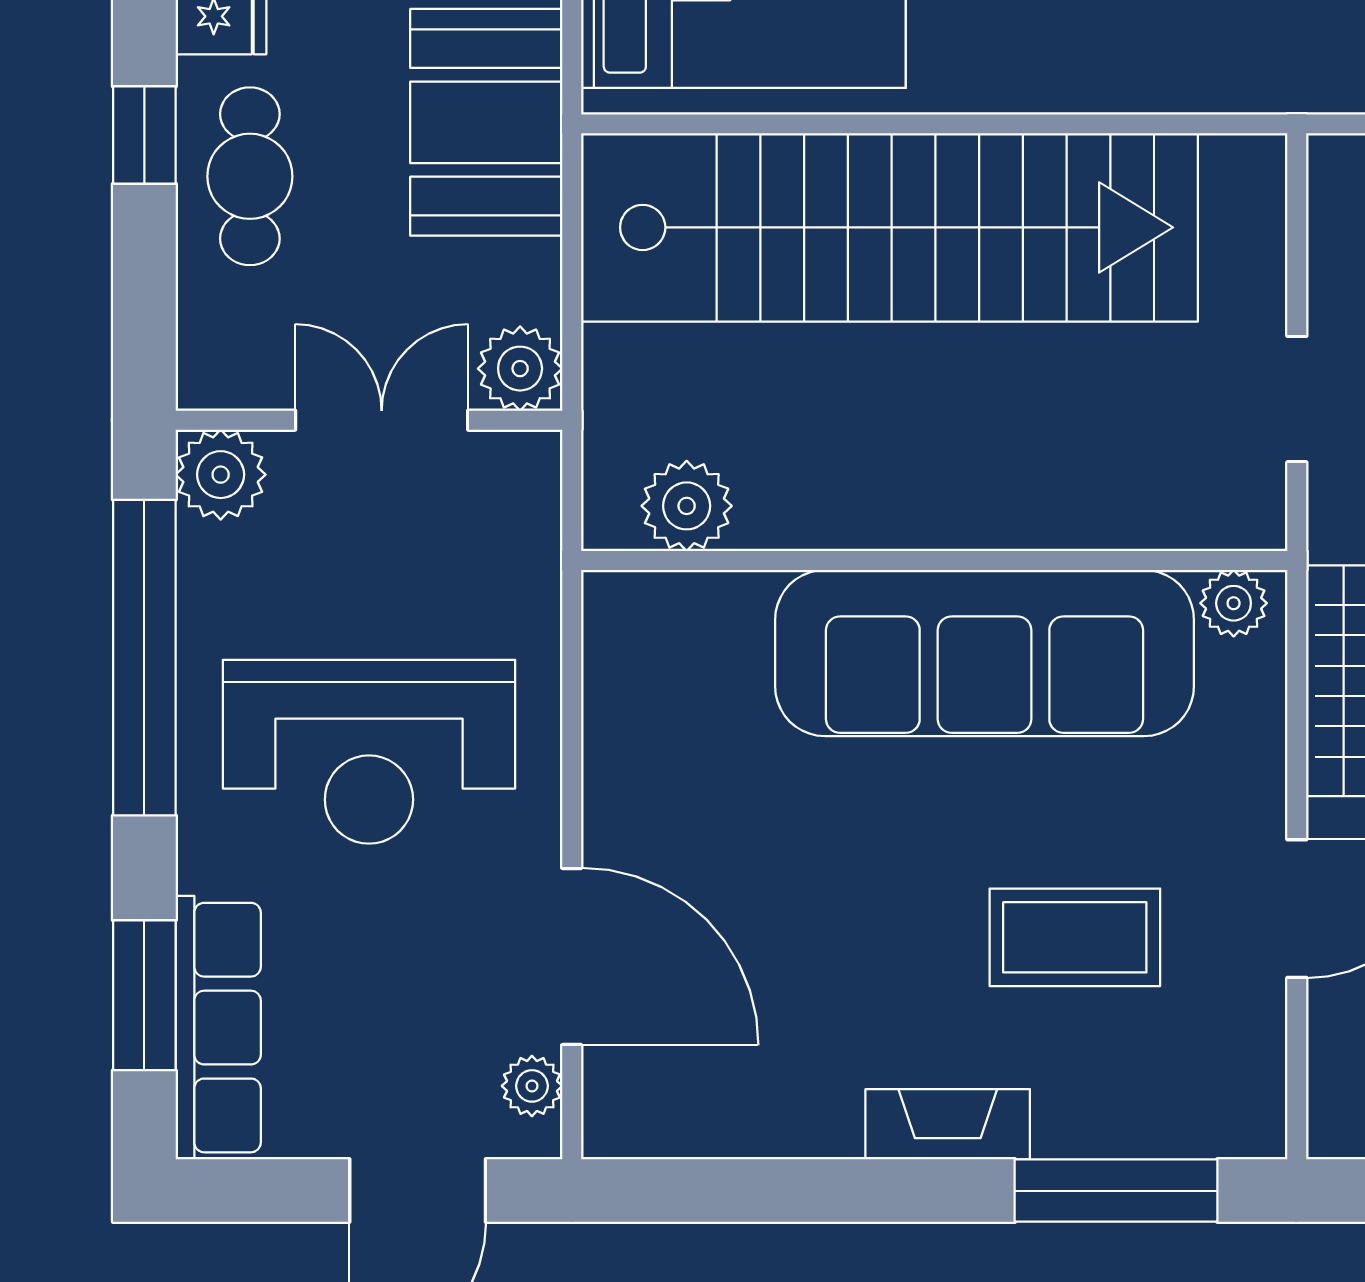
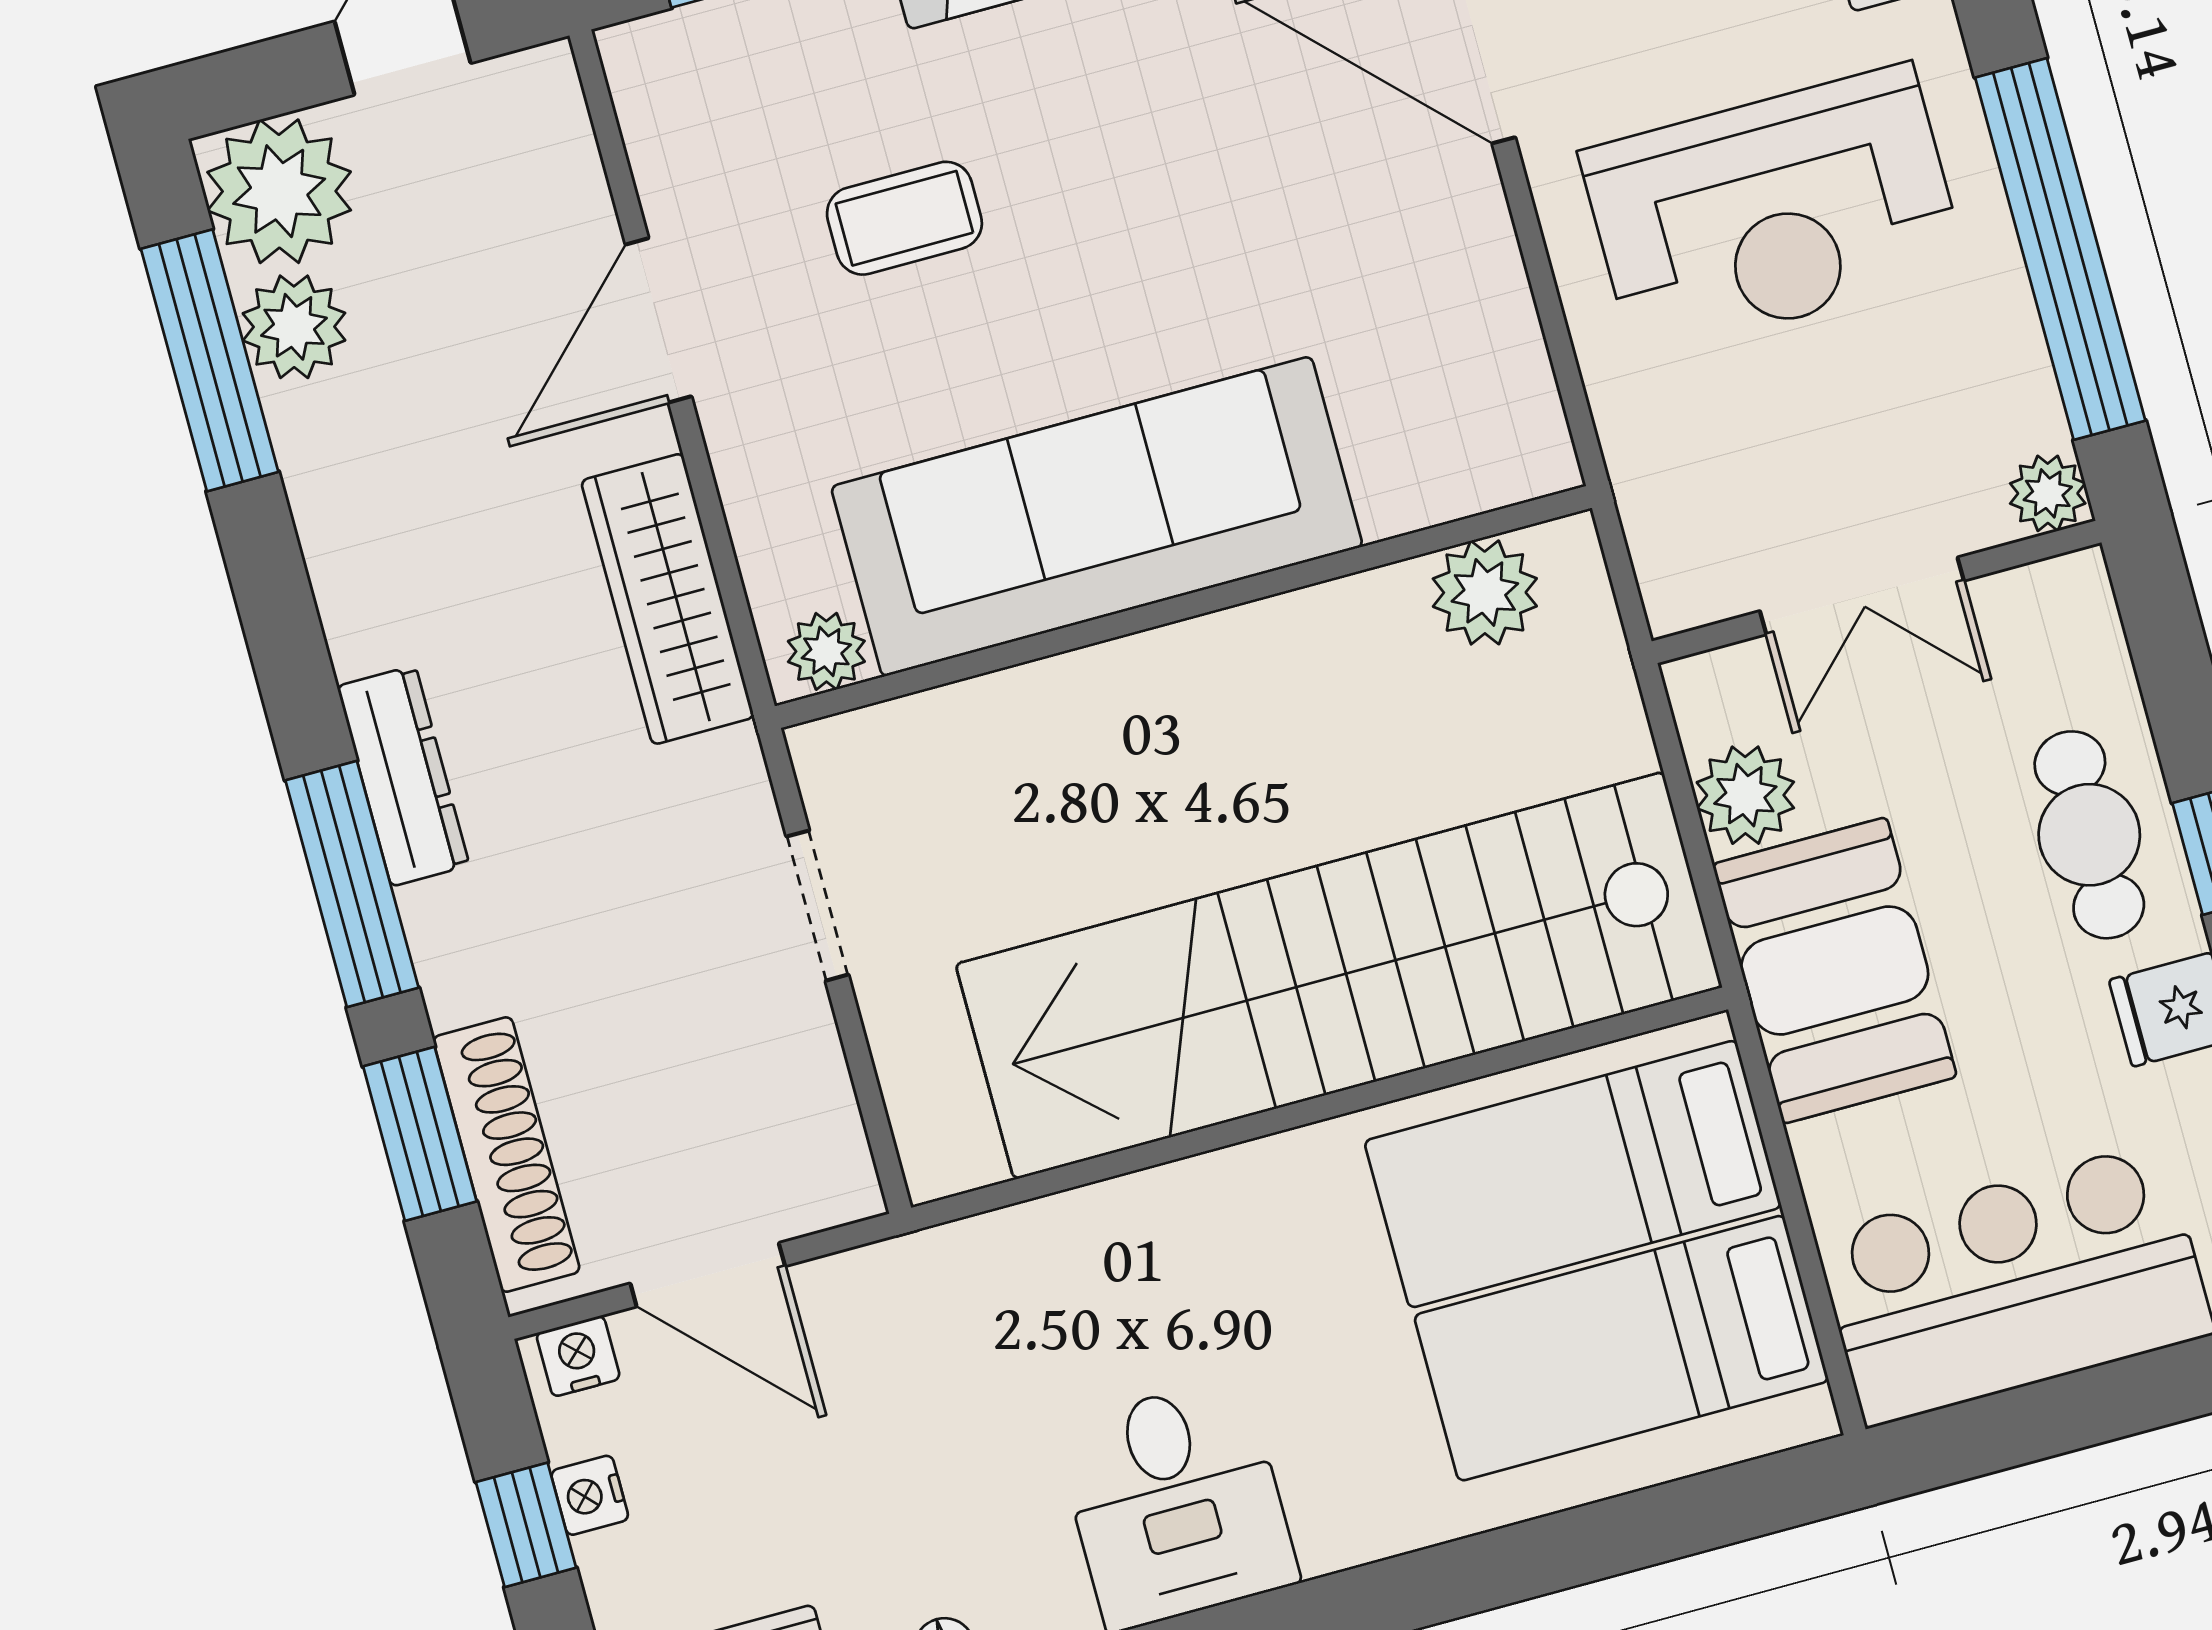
plant: (520, 369) -> (1745, 795), moved
plant: (221, 475) -> (2048, 493), width x0.73, depth x0.73
reception desk: (369, 752) -> (1773, 211), turned 180
coffee table: (1075, 937) -> (904, 218), width x0.73, depth x0.77

